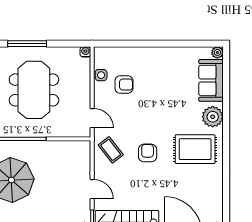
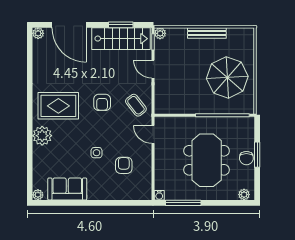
window: (27, 44) -> (183, 203), moved
side table: (101, 75) -> (97, 153), moved
sofa: (211, 80) -> (67, 189), moved, turned -90
armchair: (124, 85) -> (124, 165), turned 90

